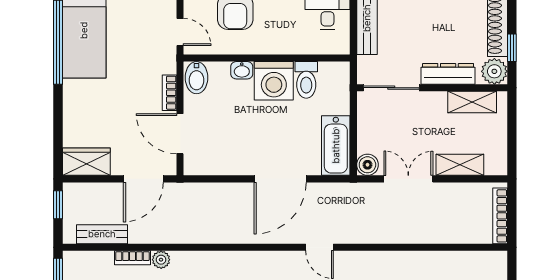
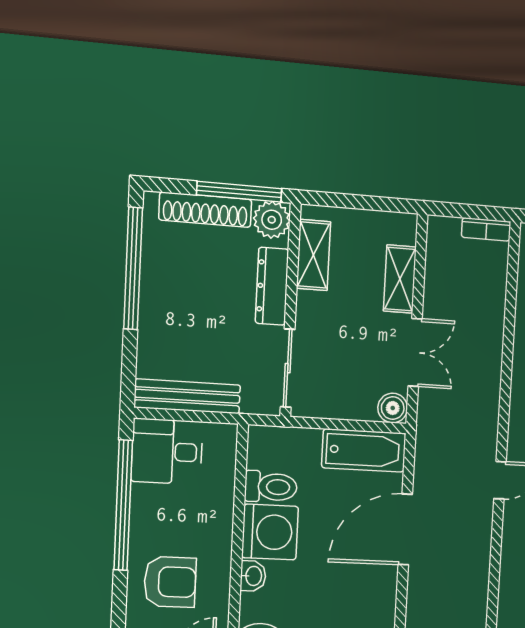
window: (512, 48) -> (239, 192), width x2.17
door: (280, 179) -> (405, 529), swing flipped
double door: (408, 179) -> (415, 352), swing flipped
bookcase: (500, 216) -> (486, 229), width x0.64

